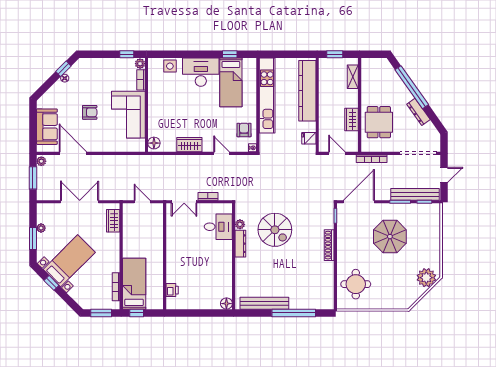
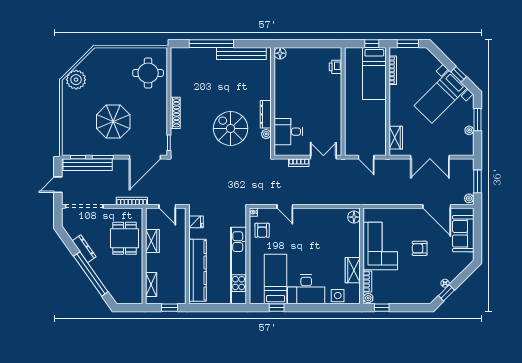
wardrobe: (189, 145) -> (353, 270), moved, turned 90

